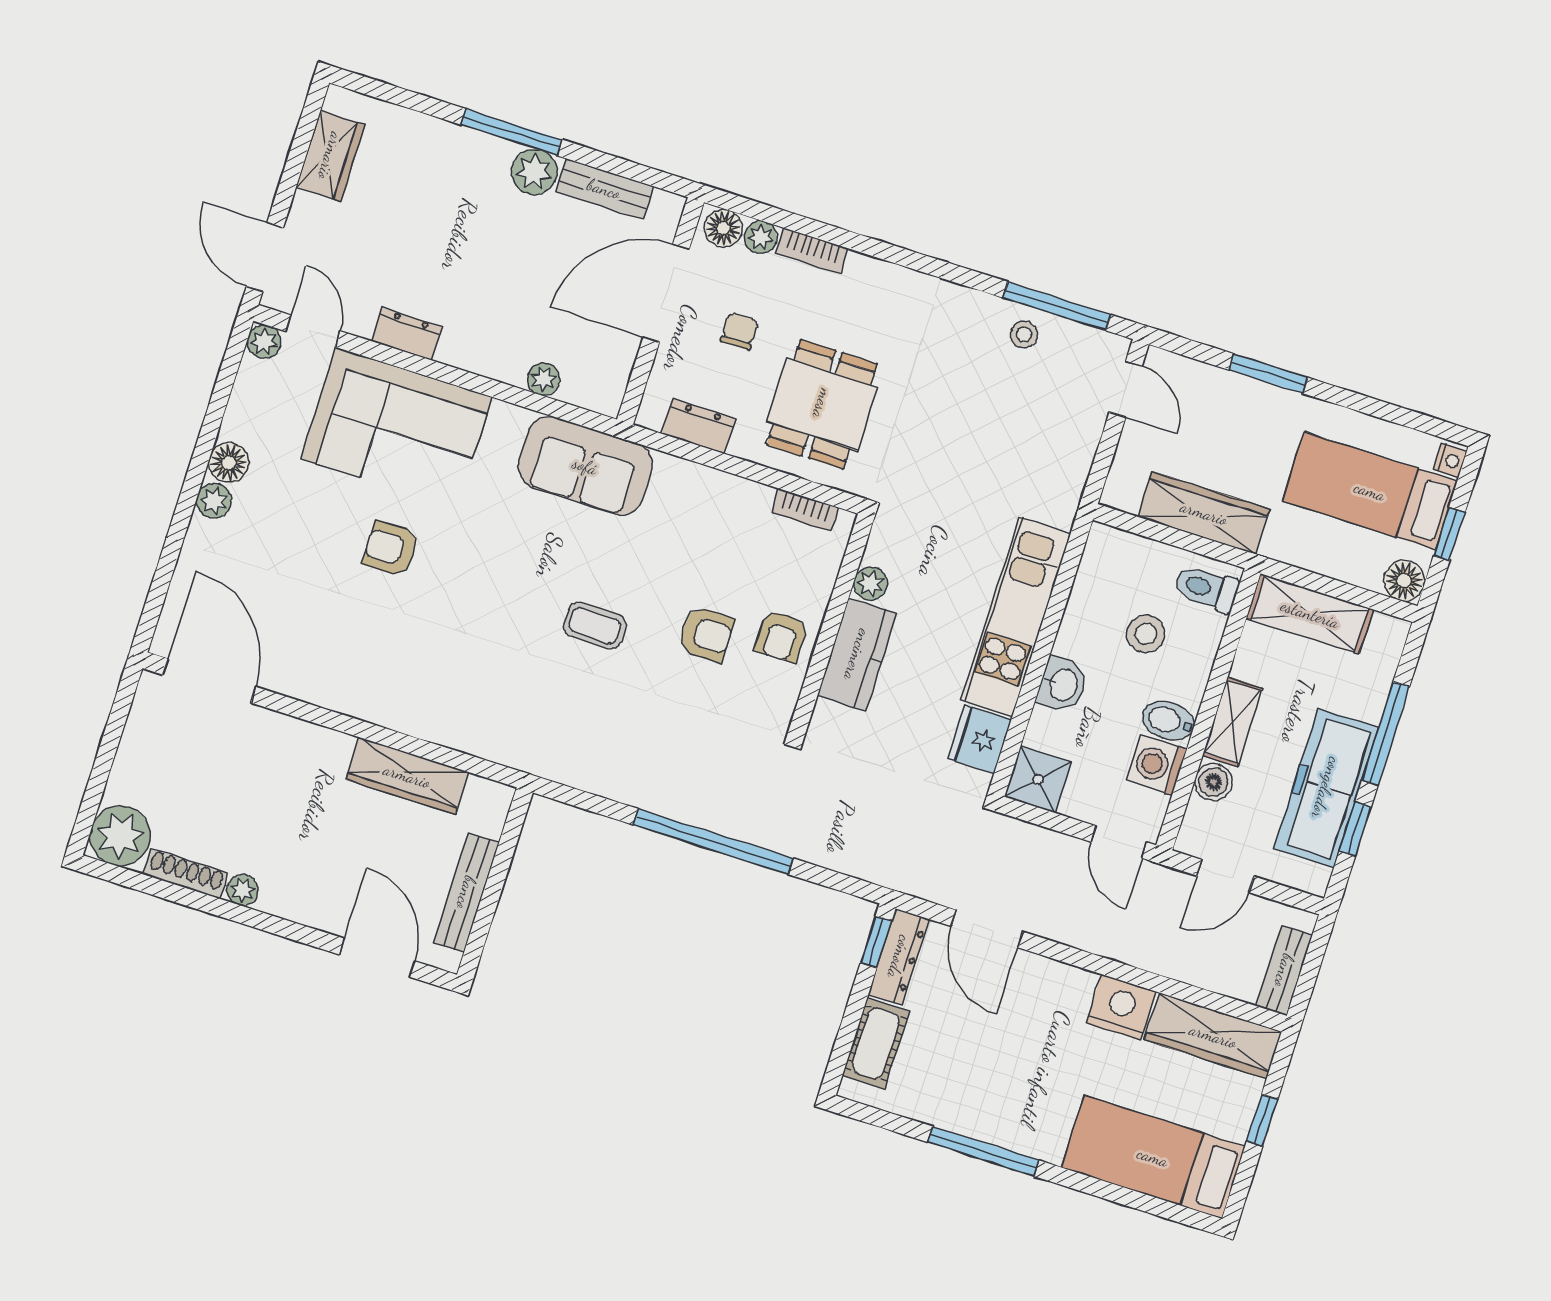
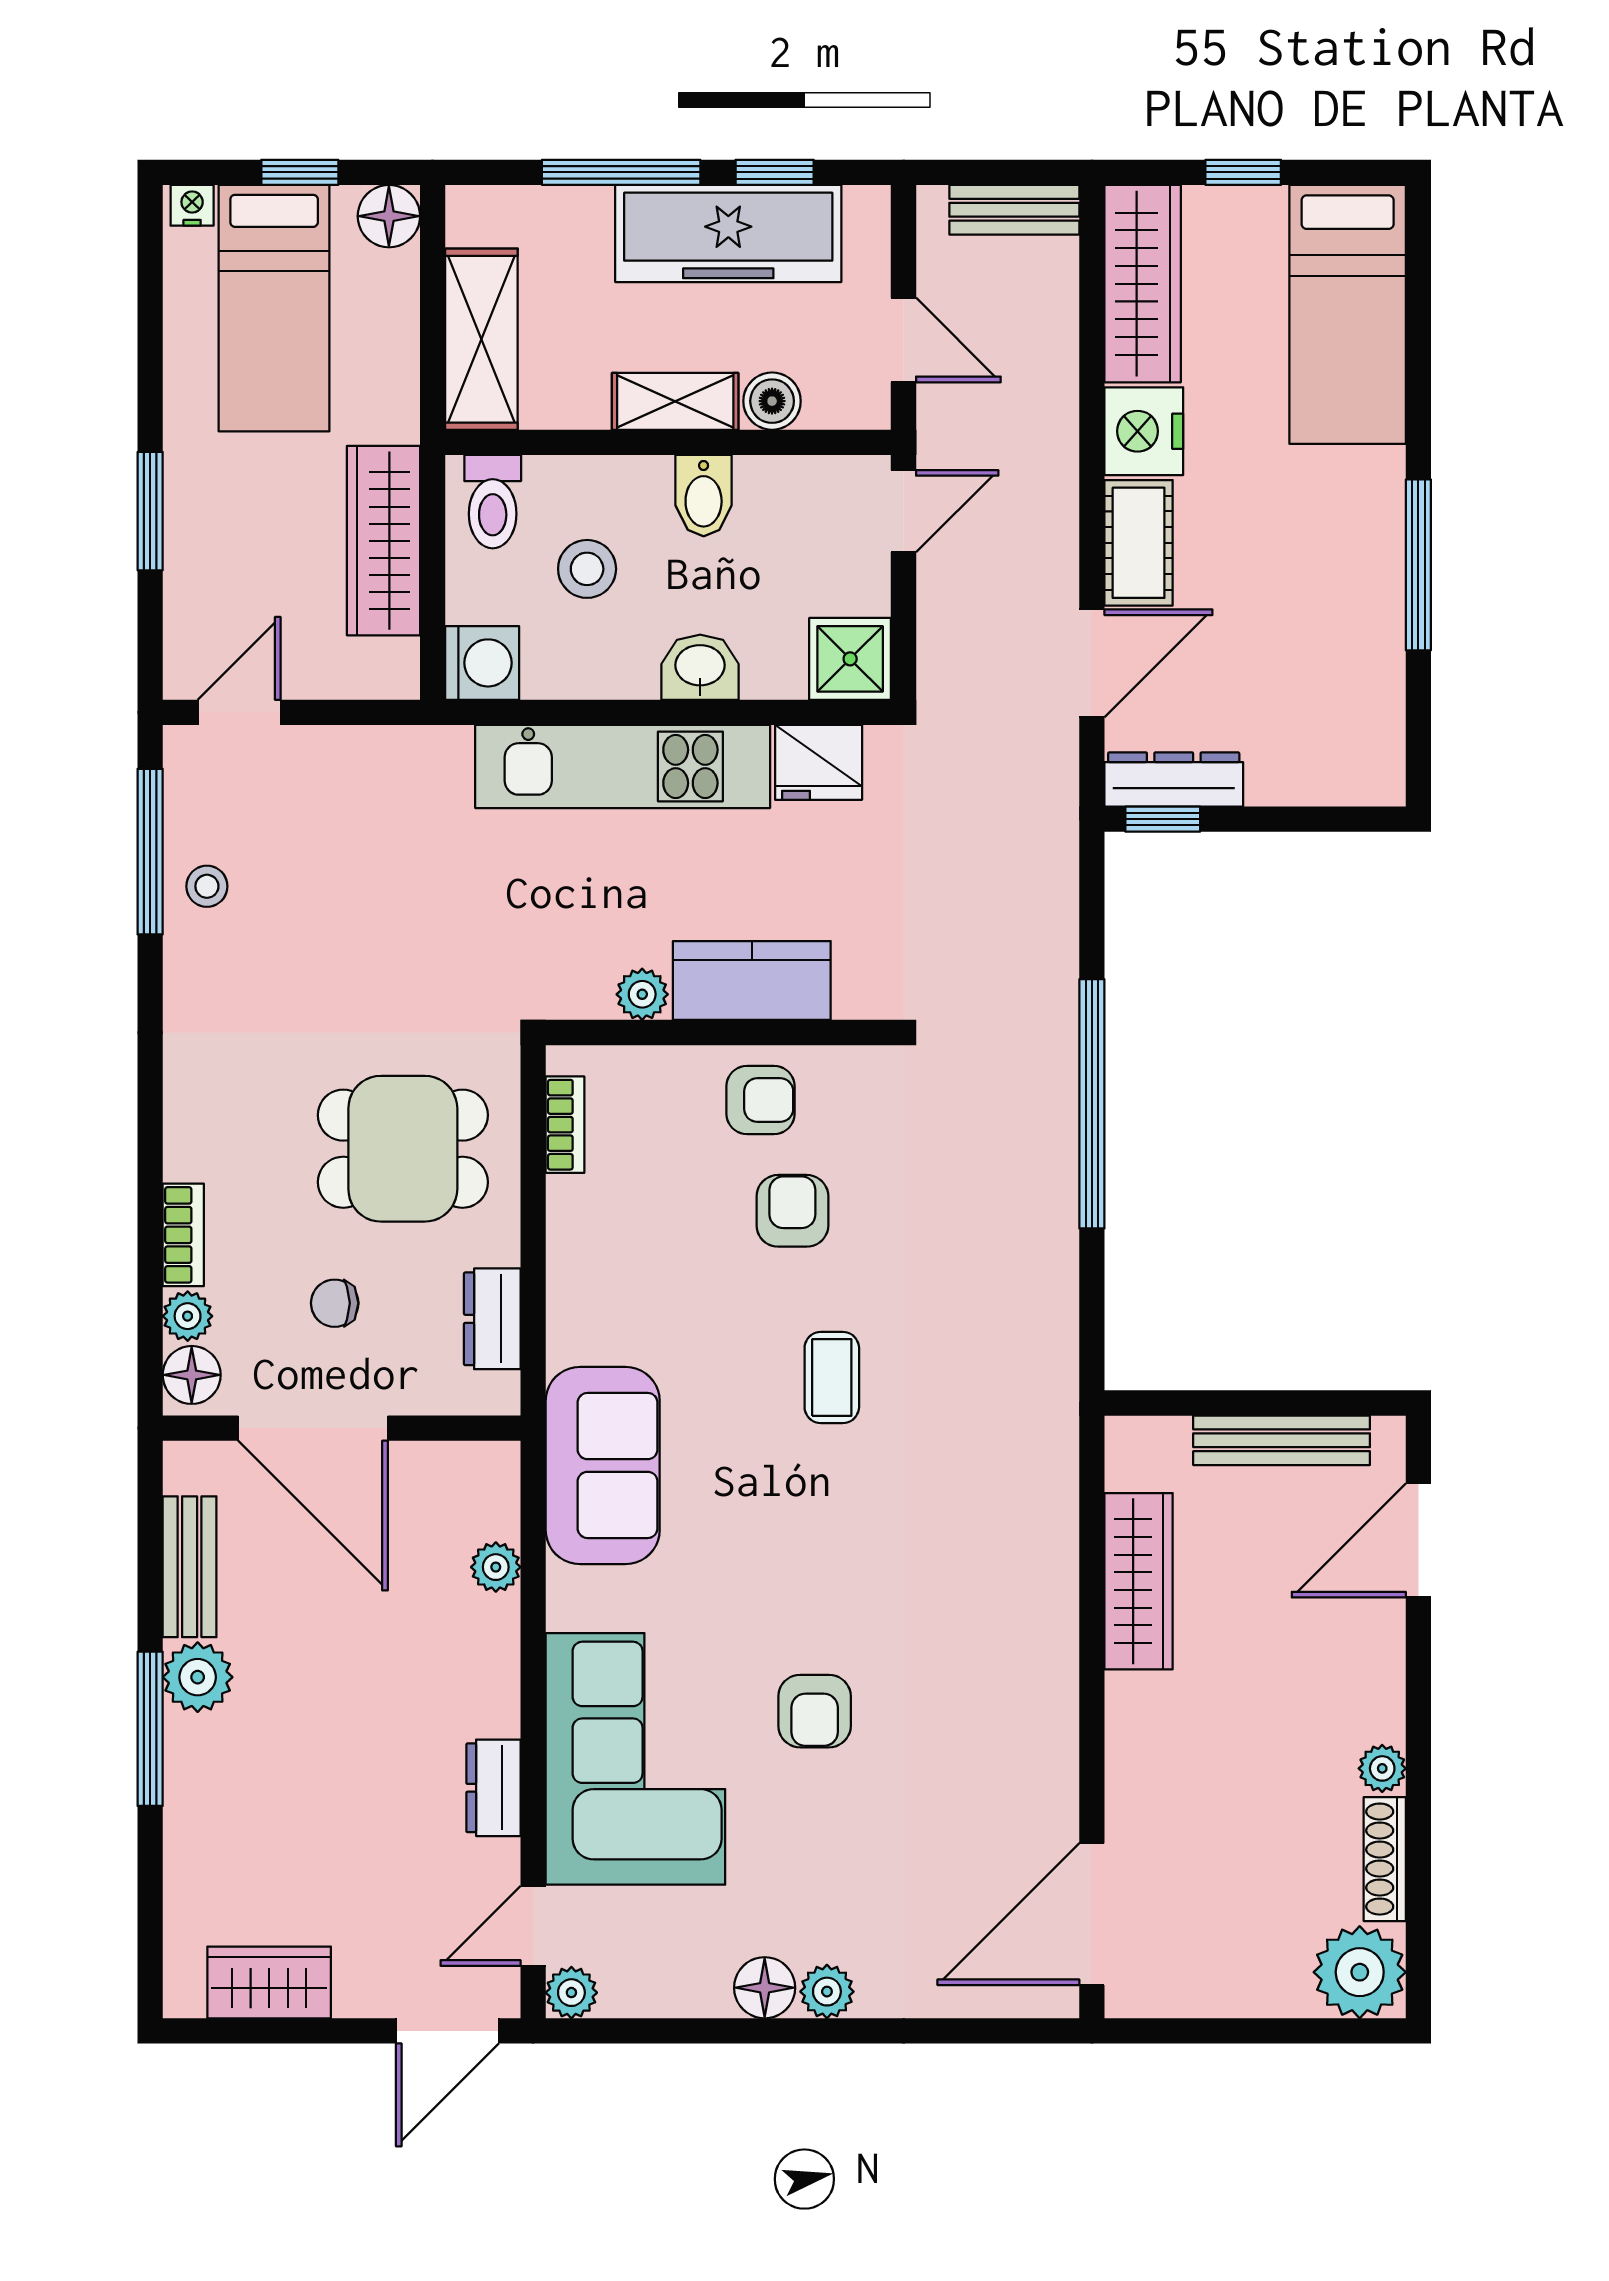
washing machine: (1157, 765) -> (482, 663), moved, turned -90
cot: (876, 1043) -> (1139, 543), moved, turned 90

